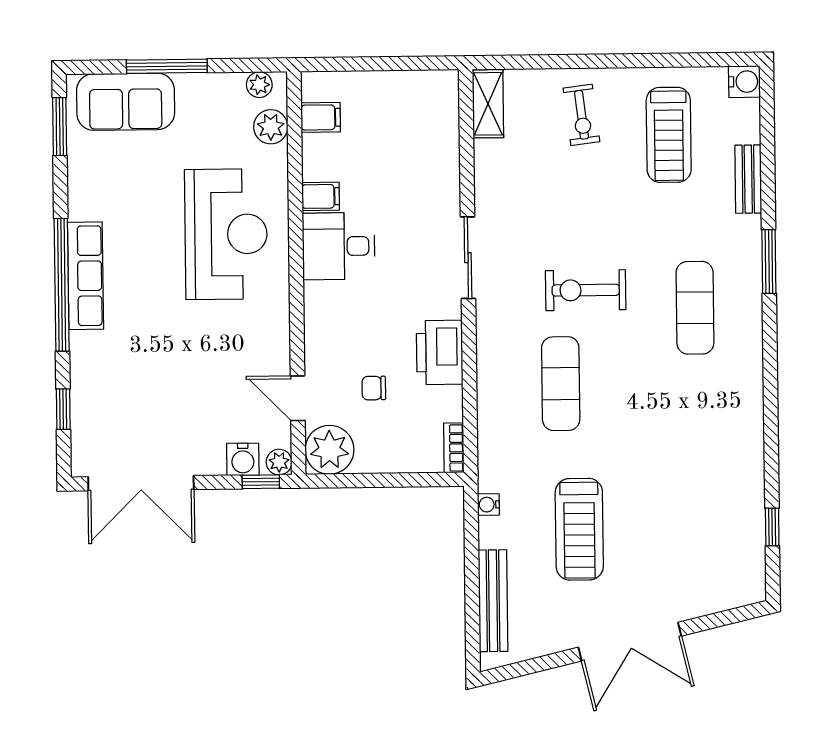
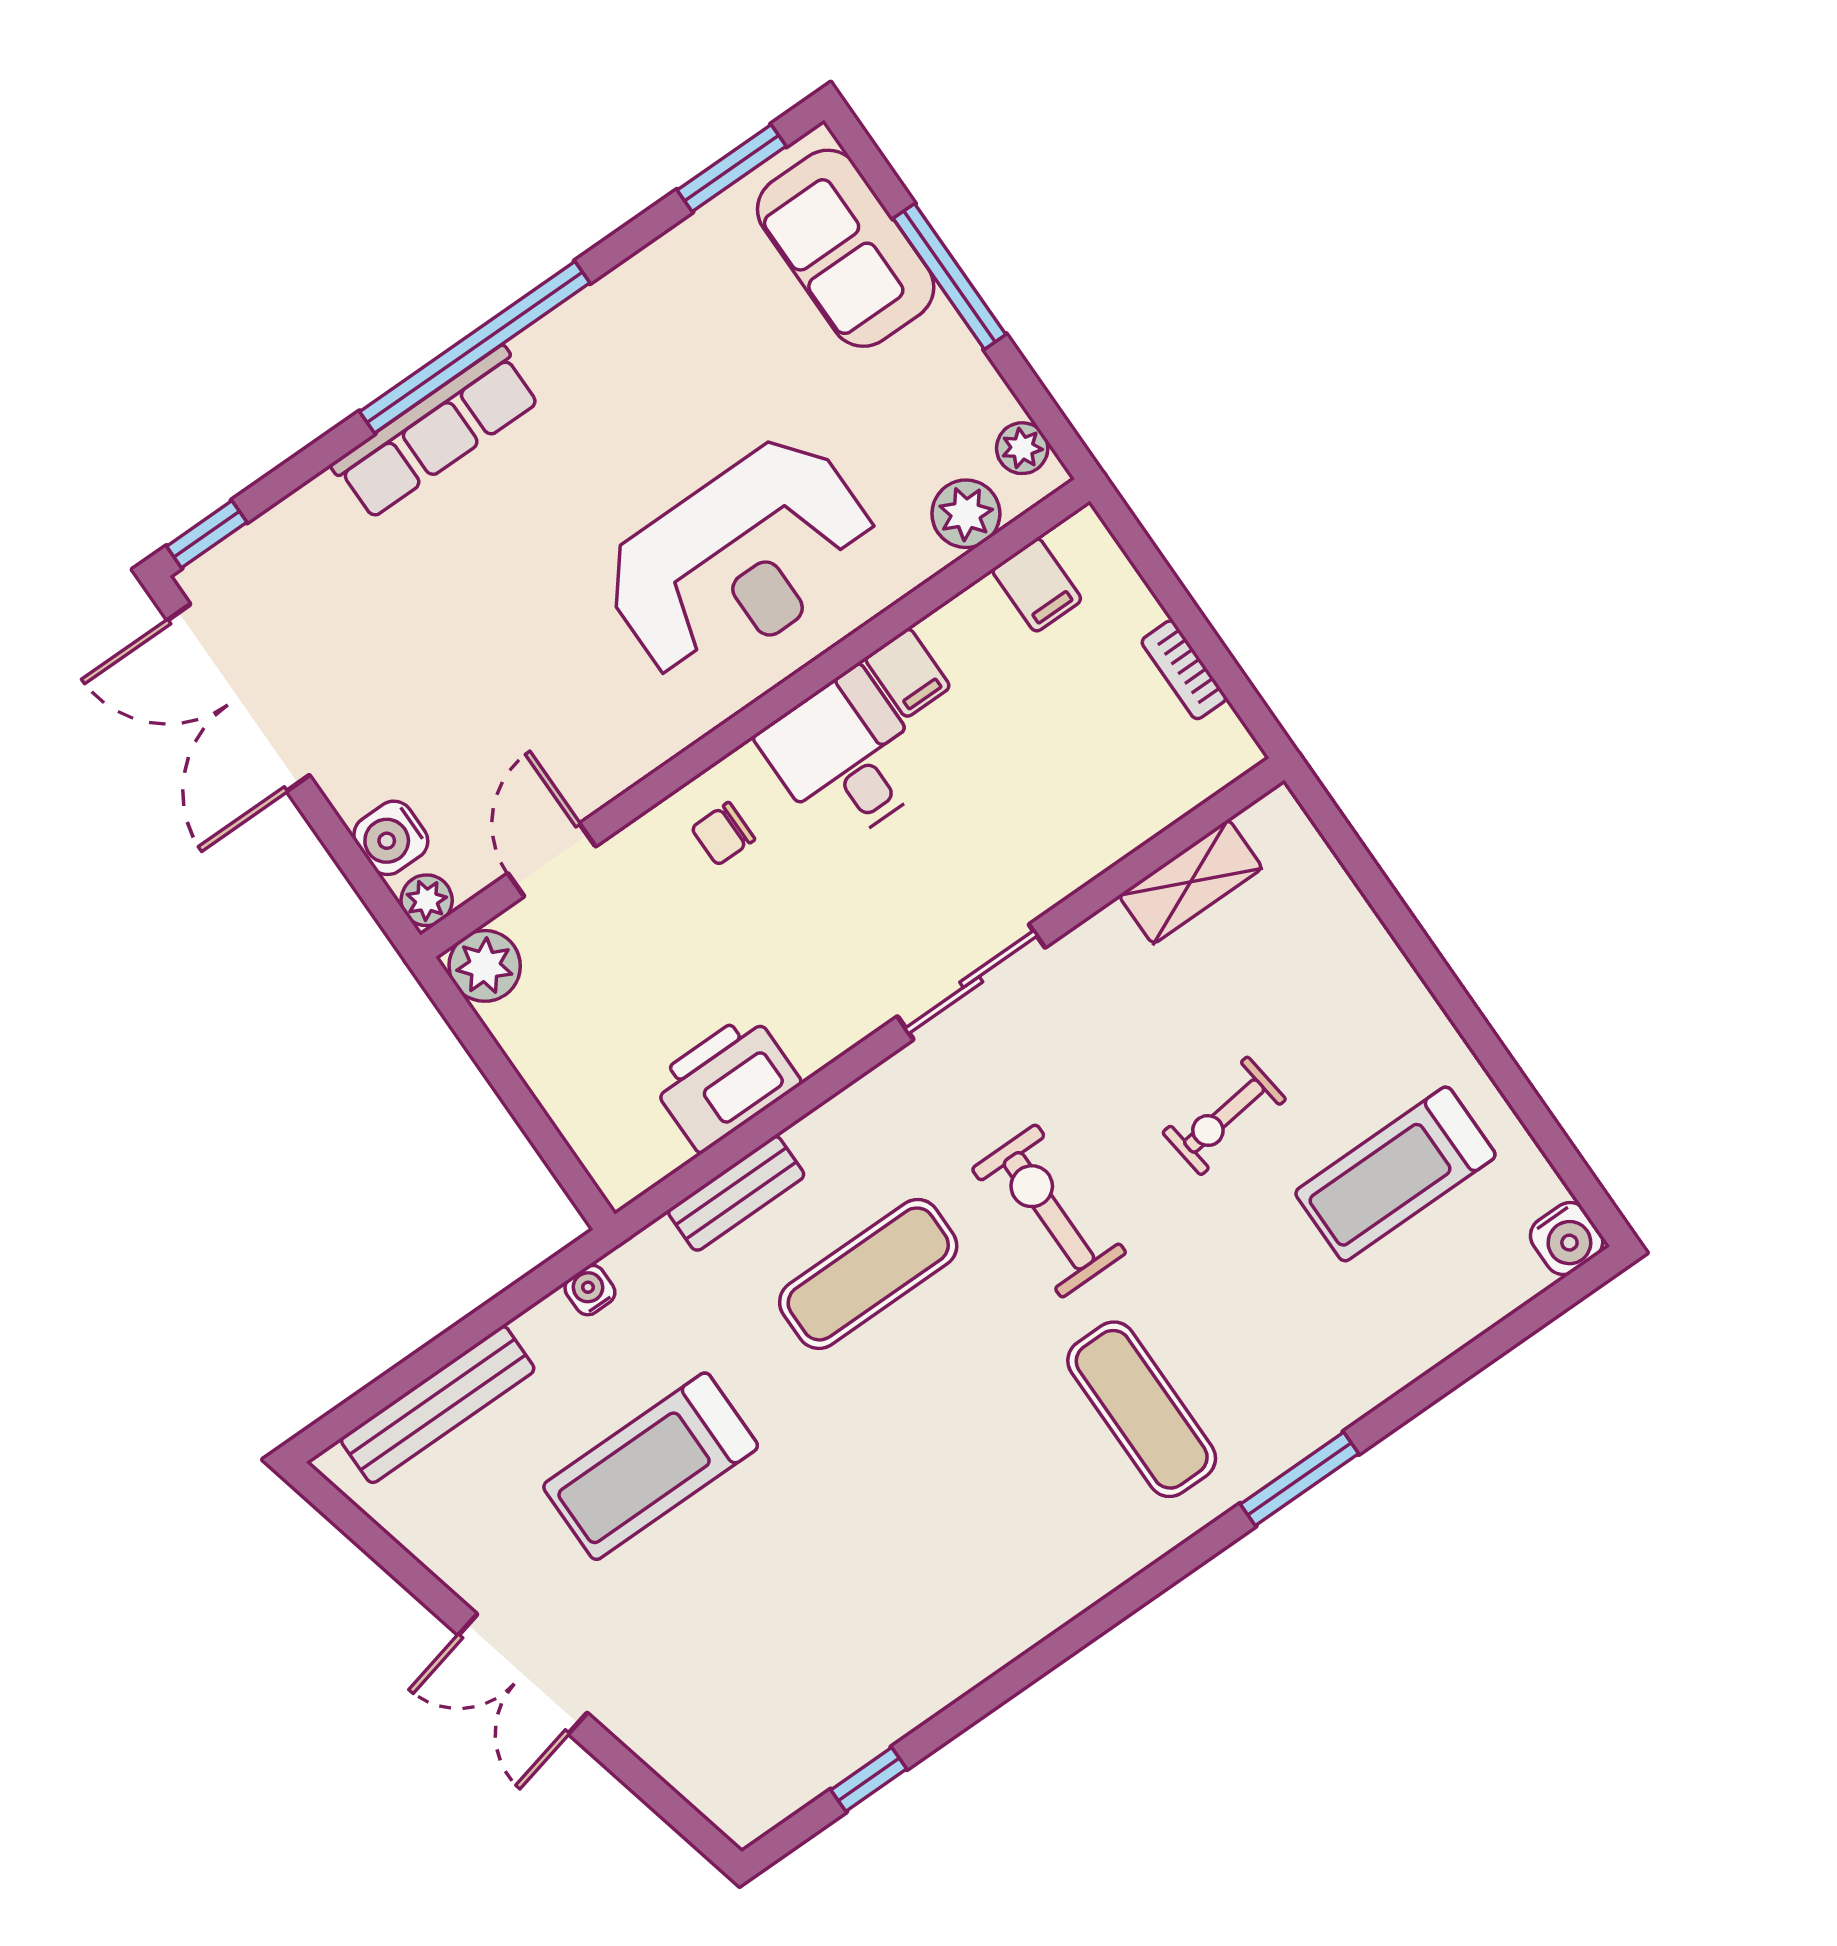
shelving: (488, 104) -> (1191, 882), moved
exercise bike: (582, 115) -> (1224, 1116), moved
bench: (748, 179) -> (736, 1193), moved
row of seats: (85, 276) -> (436, 432), moved
exercise mat: (695, 308) -> (1142, 1409), turned 90
printer: (440, 352) -> (726, 1082), moved
chair: (374, 388) -> (723, 834), moved, turned -90
window: (63, 409) -> (207, 534), moved
bookcase: (454, 448) -> (1184, 670), moved, turned -90
plant: (329, 450) -> (485, 966), width x0.73, depth x0.73
window: (261, 482) -> (374, 892), removed
double door: (630, 642) -> (523, 1674), width x0.73

